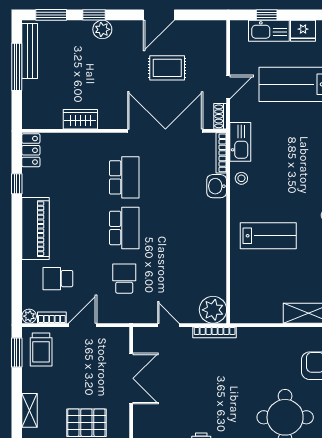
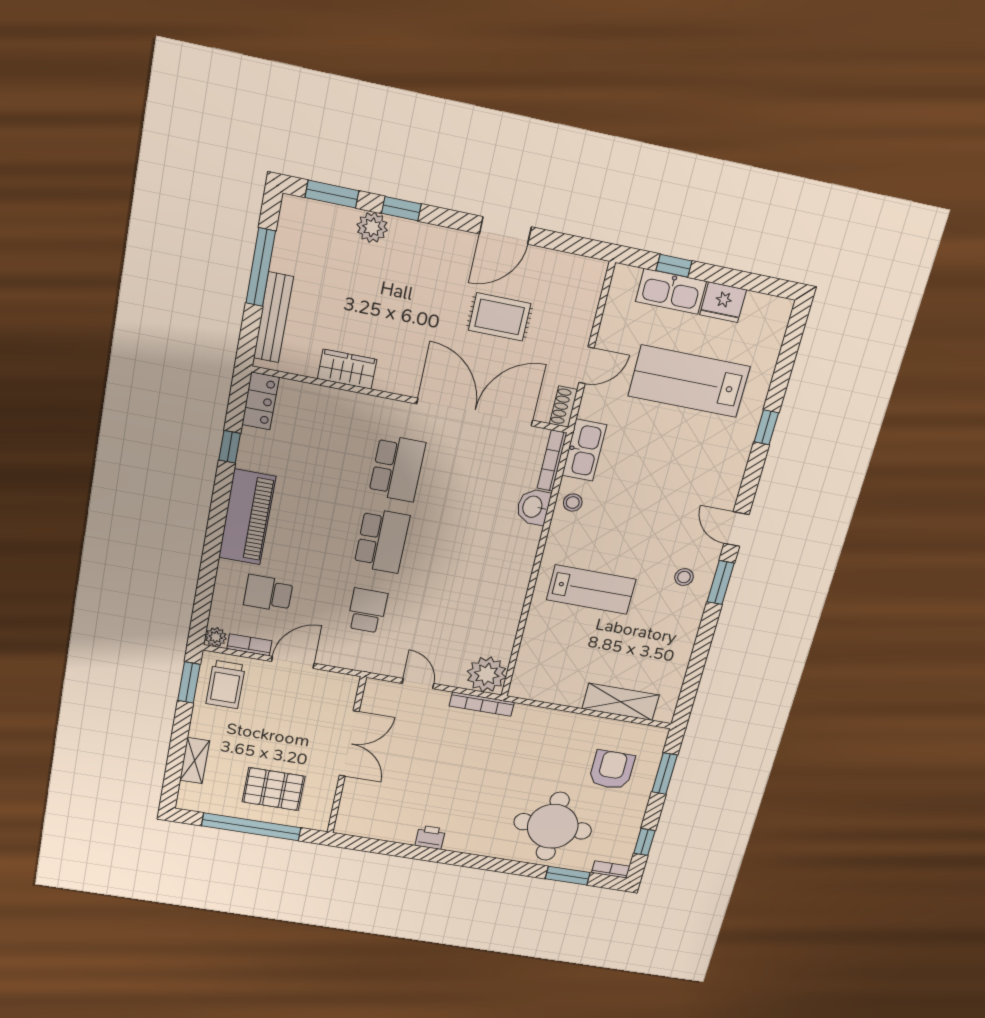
plant: (102, 29) -> (372, 227), moved
bench: (30, 51) -> (273, 317), moved

